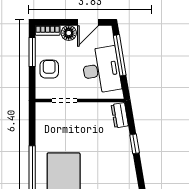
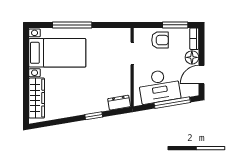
door: (88, 22) -> (201, 75), hinge flipped

